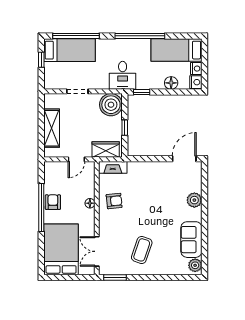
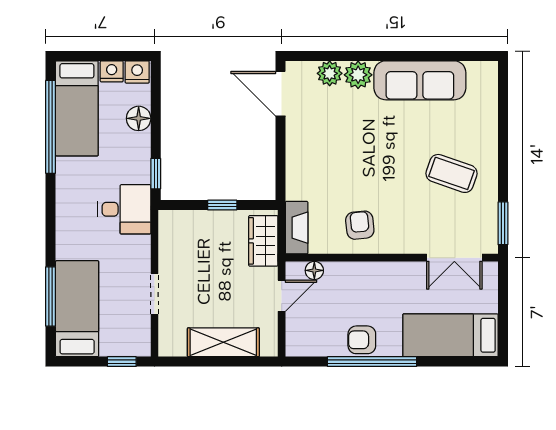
window: (76, 36) -> (51, 296), width x0.68
window: (140, 36) -> (51, 127), moved
window: (41, 60) -> (122, 362), moved
boiler: (111, 105) -> (179, 231), removed
door: (76, 159) -> (282, 296), hinge flipped
floor lamp: (90, 203) -> (314, 270), moved
sofa: (191, 240) -> (420, 80), width x1.36
bed: (61, 249) -> (450, 335), width x0.67
plant: (195, 265) -> (330, 73), moved

